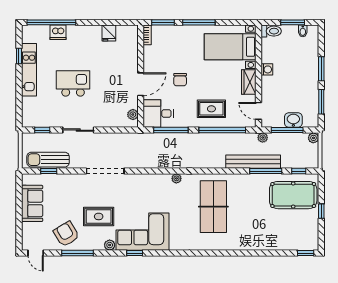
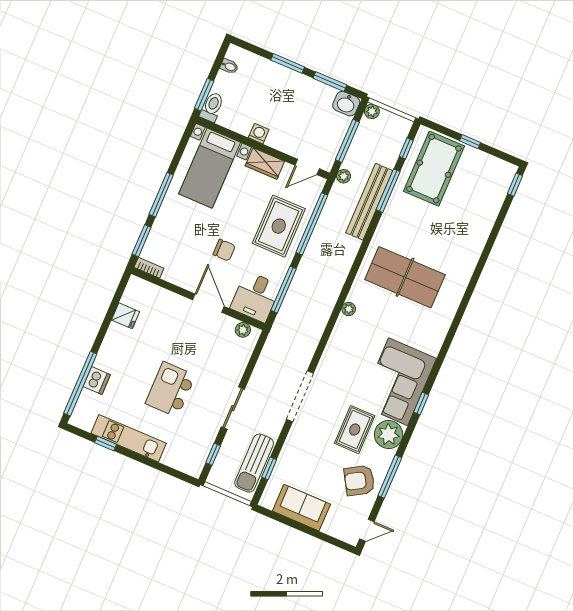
window: (293, 22) -> (204, 95), moved
rug: (211, 109) -> (279, 226), width x1.36, depth x1.43
washbasin: (293, 120) -> (346, 104), moved, turned -90
plant: (110, 245) -> (389, 435), width x1.88, depth x1.88

